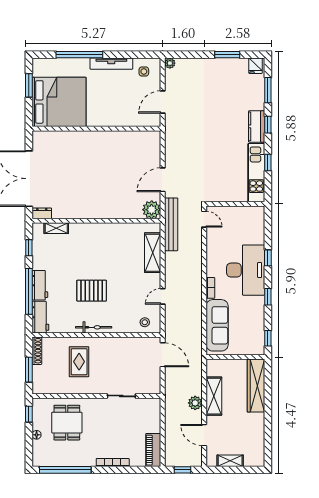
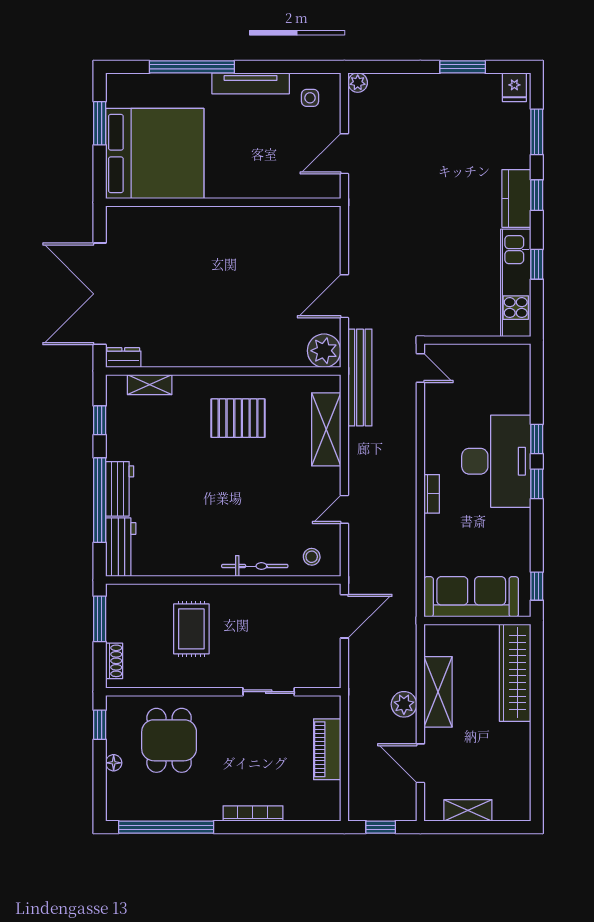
pallet: (92, 291) -> (238, 418), moved
window: (268, 297) -> (537, 484), moved
sofa: (217, 325) -> (471, 597), moved, turned -90
bicycle: (94, 327) -> (255, 566), moved
shoe rack: (37, 351) -> (114, 661), moved, width x0.70
door: (163, 355) -> (344, 616), hinge flipped
window: (29, 370) -> (100, 619), moved
piano: (153, 450) -> (327, 749), moved

